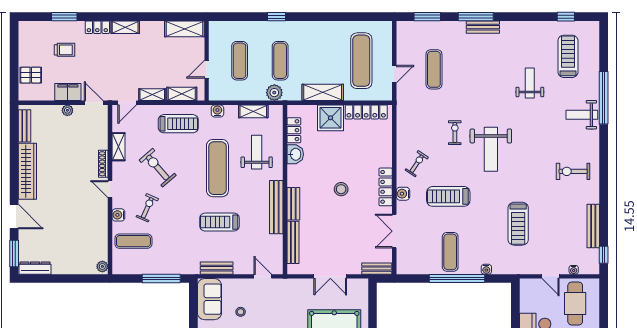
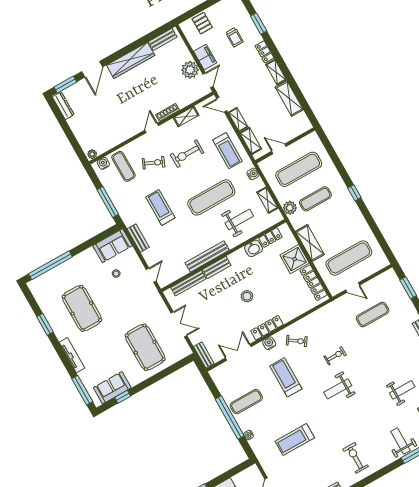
window: (277, 17) -> (354, 193), moved
shelving: (185, 29) -> (289, 98), moved
exercise mat: (240, 61) -> (299, 169), width x1.36, depth x1.45
plant: (67, 110) -> (190, 70), width x1.87, depth x1.87
weight bench: (491, 149) -> (338, 389), width x0.73, depth x0.75
exercise bike: (158, 168) -> (187, 154), turned -139
water cooler: (118, 215) -> (103, 163), moved
treadmill: (219, 222) -> (160, 207), moved
double door: (330, 276) -> (179, 324), swing flipped

